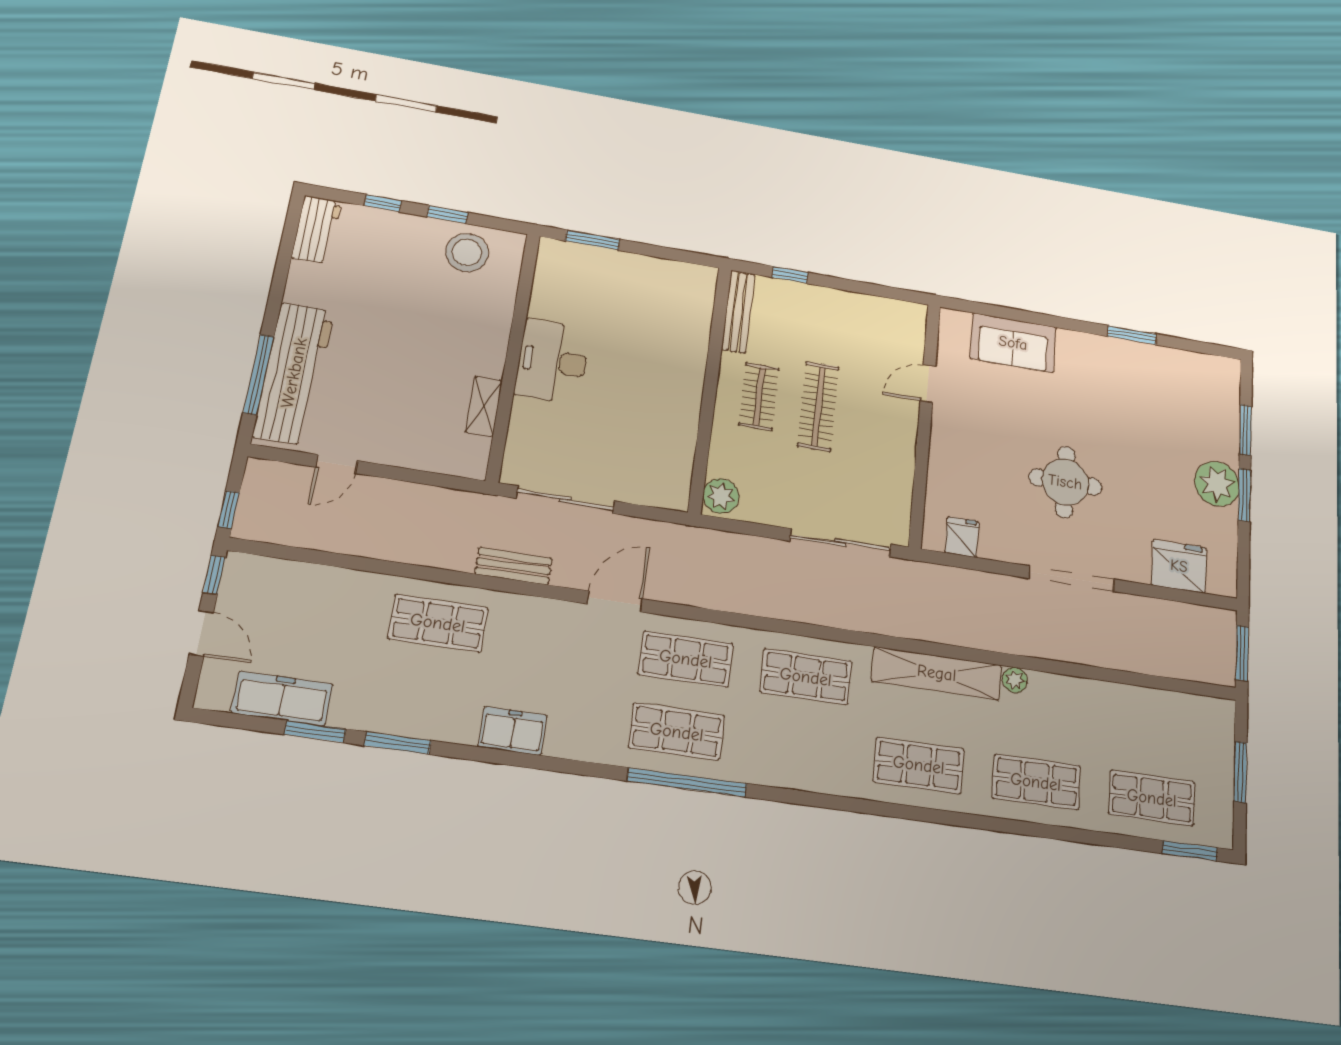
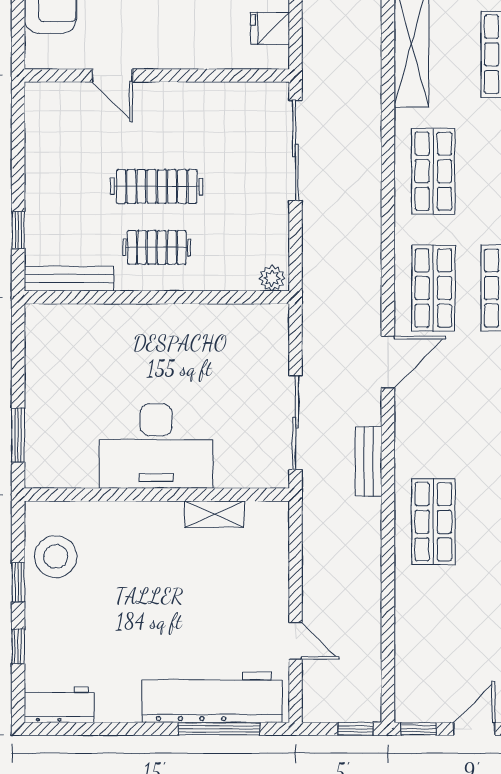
desk: (552, 361) -> (156, 446), width x1.36, depth x1.30
plant: (721, 496) -> (272, 278), width x0.73, depth x0.73
door: (615, 601) -> (388, 362), swing flipped

